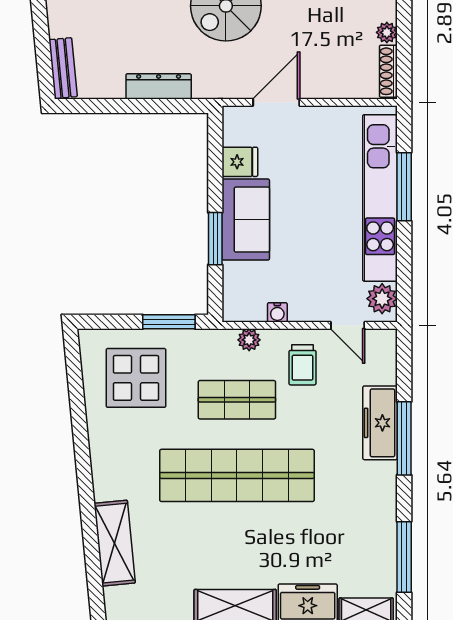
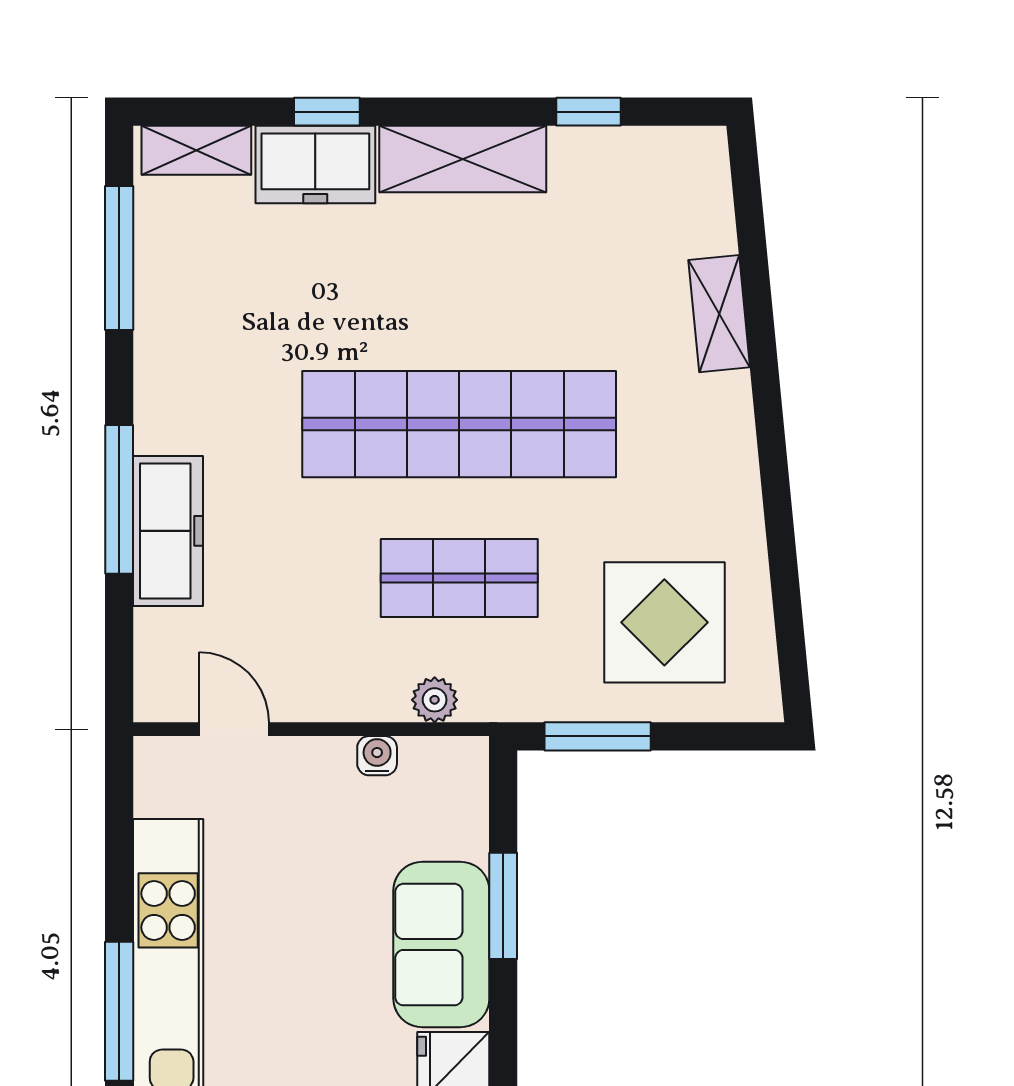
plant: (382, 299) -> (164, 784), removed
trolley: (302, 365) -> (326, 649), removed
shelving: (115, 543) -> (719, 314), width x0.67, depth x0.75

